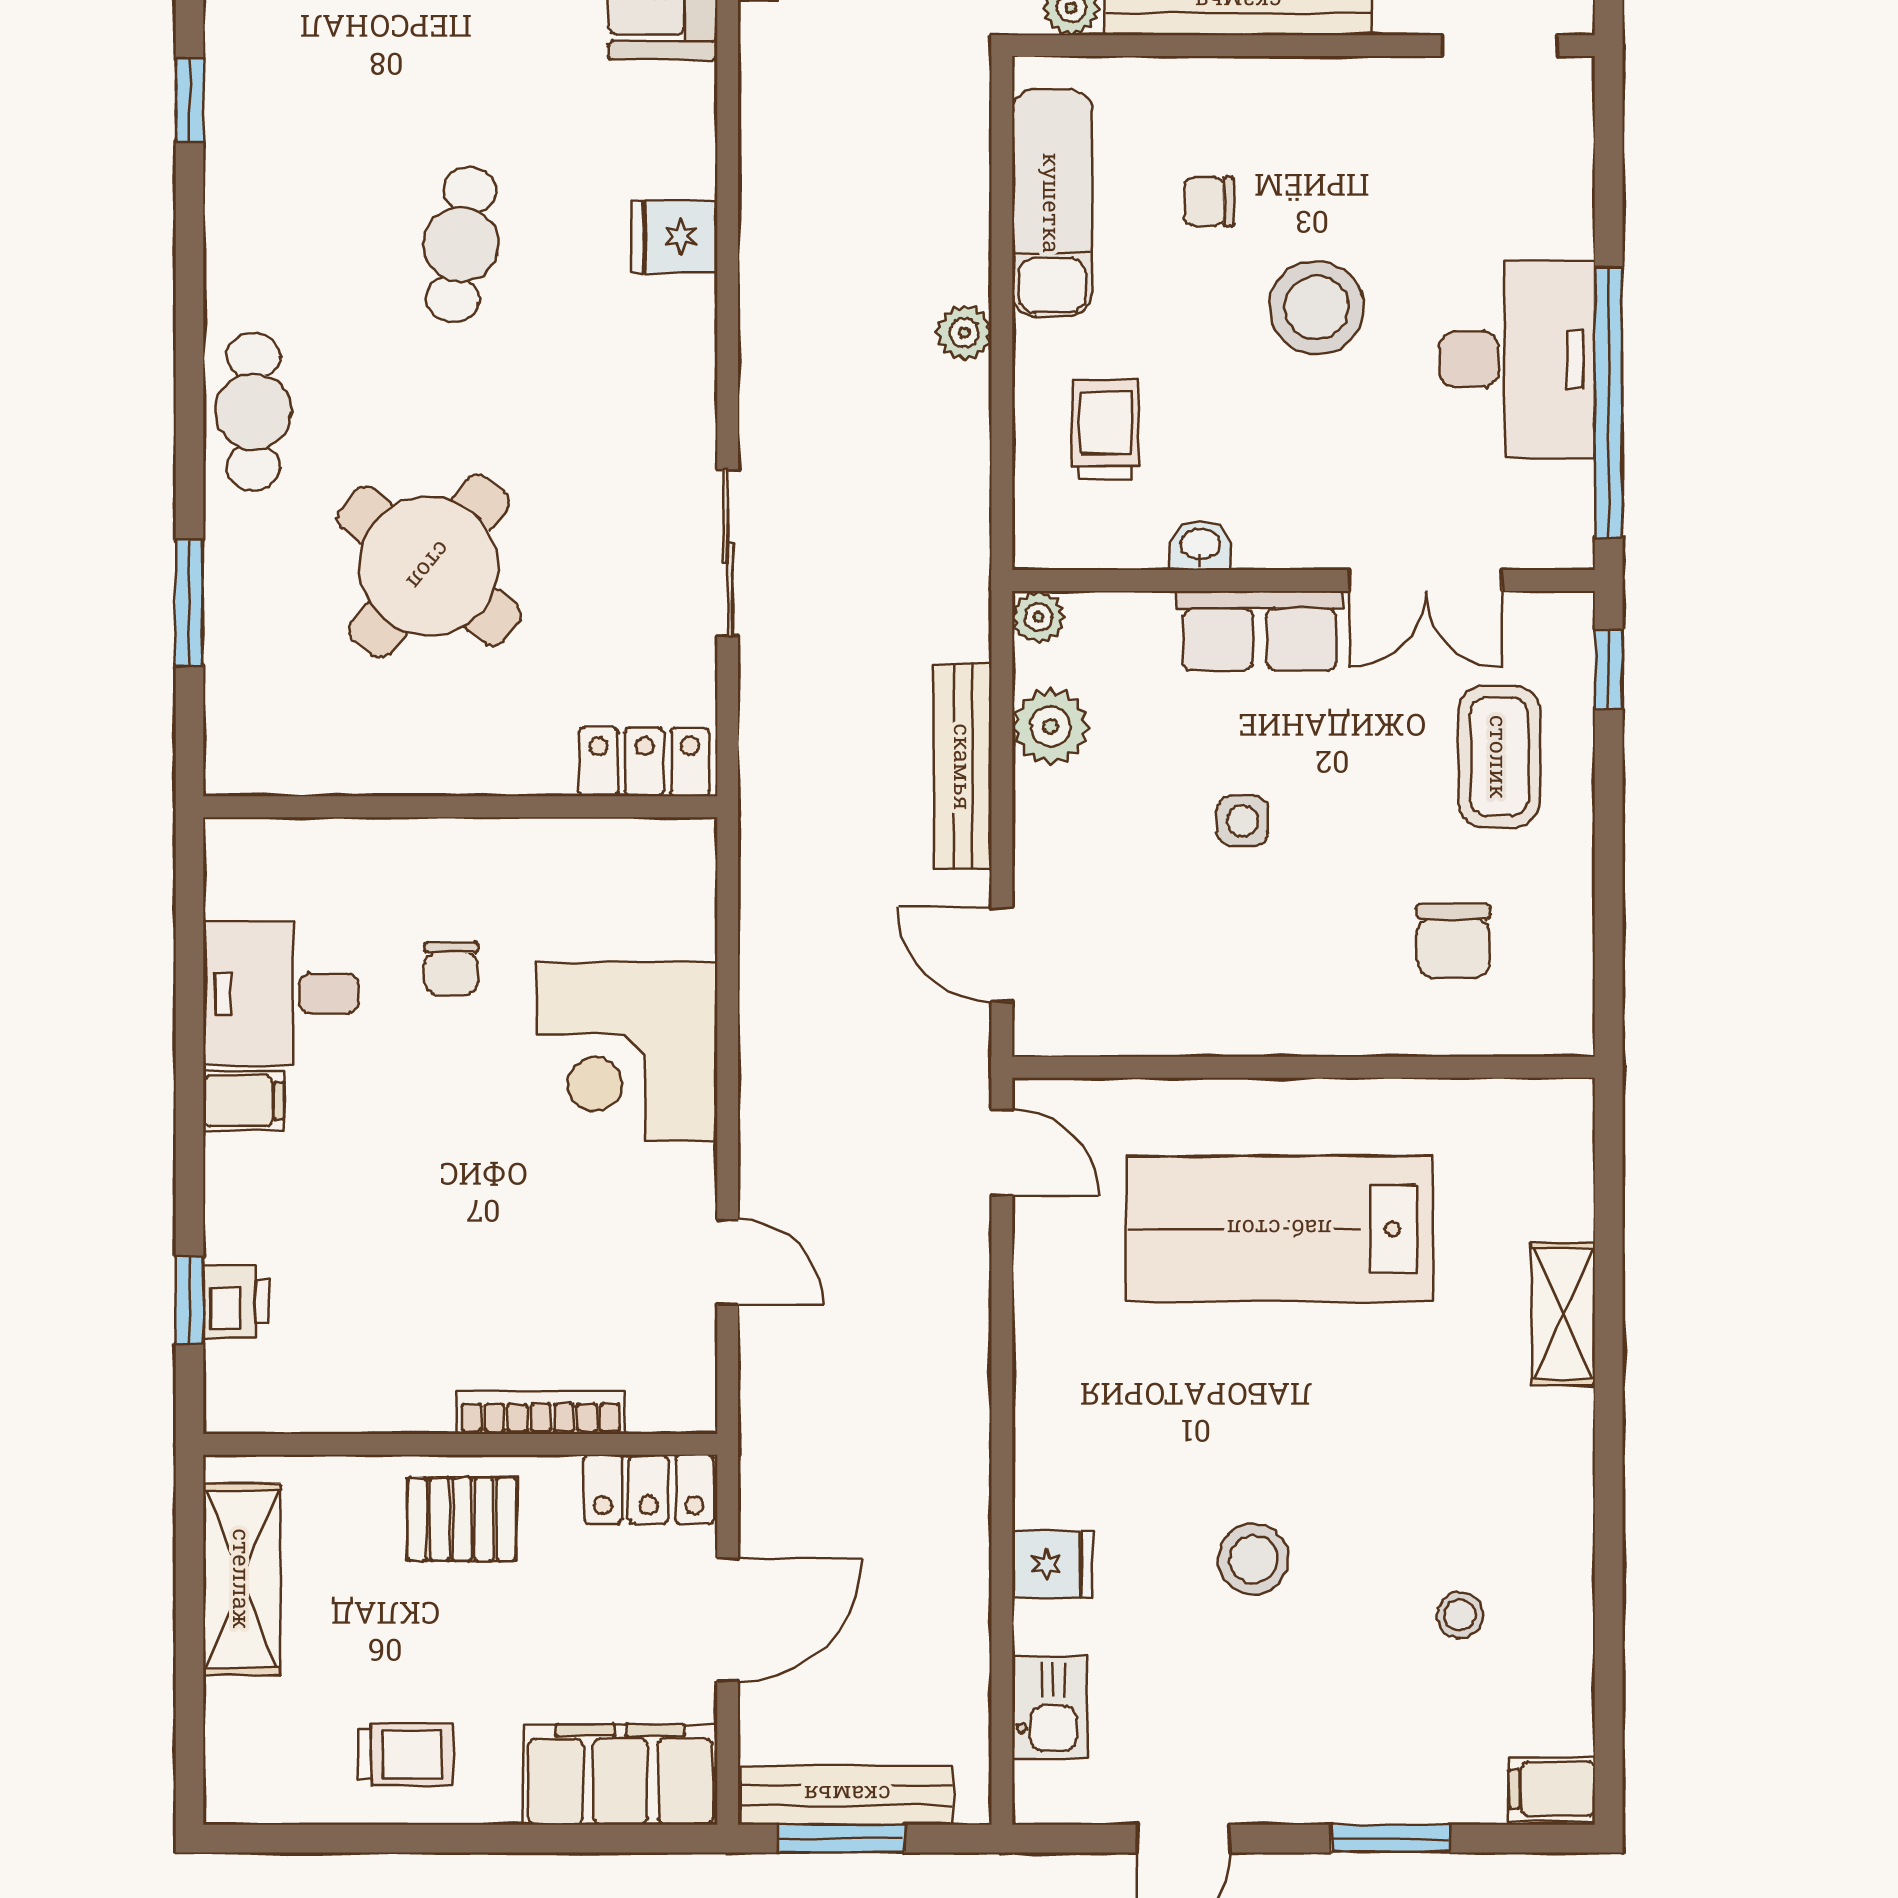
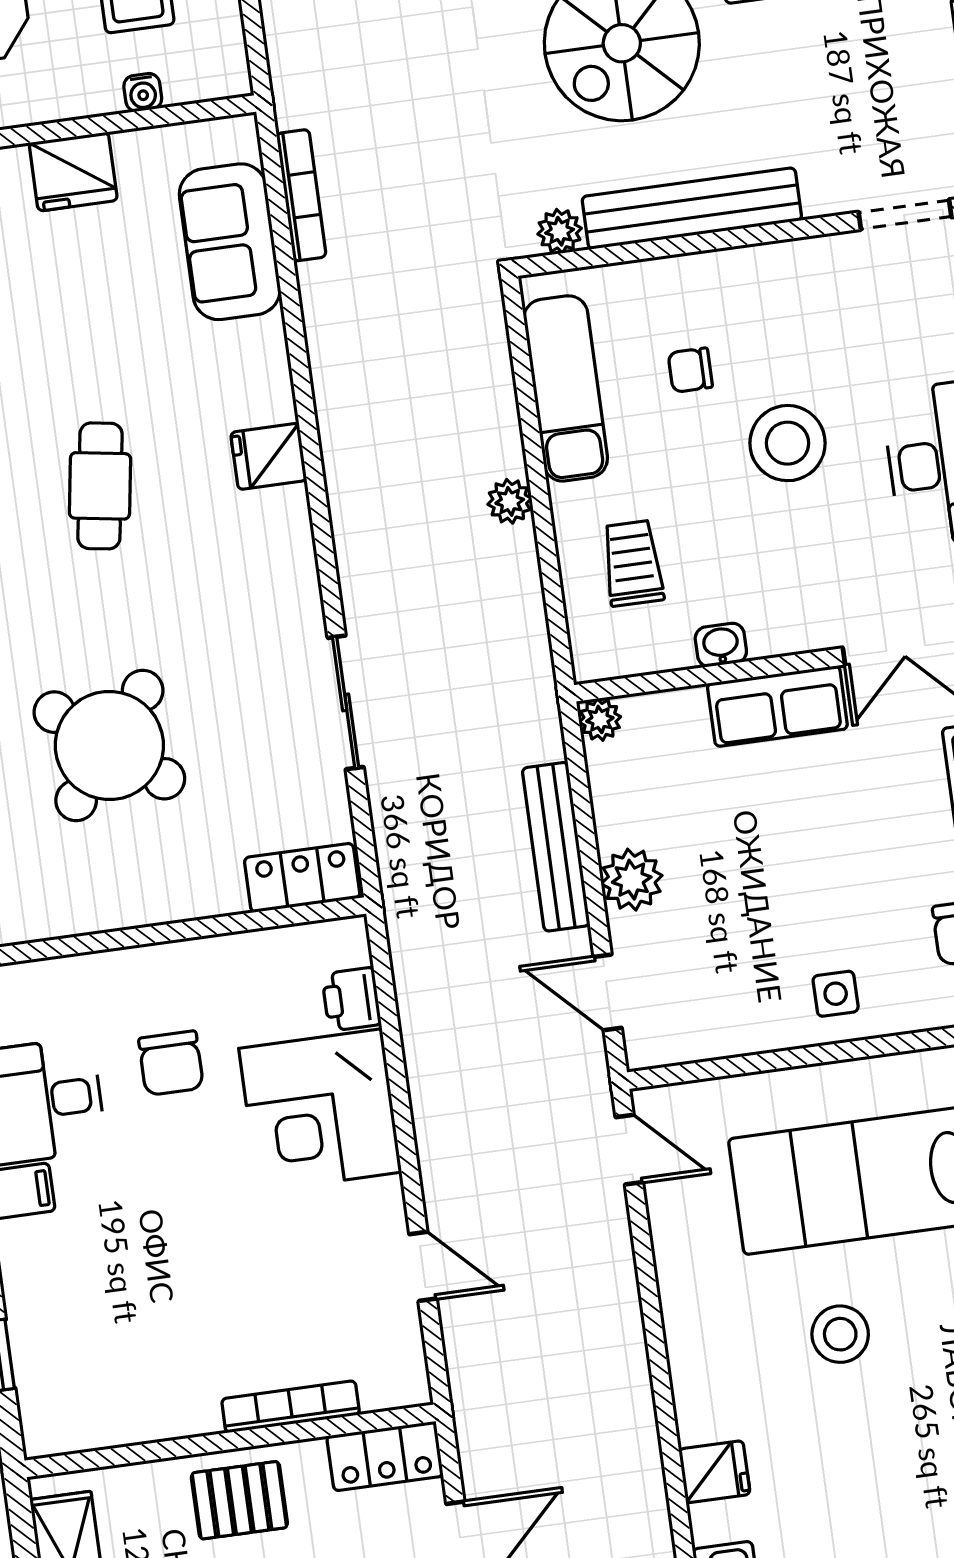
plant: (1051, 727) -> (632, 880), moved
side table: (1243, 821) -> (836, 994), moved
chair: (451, 968) -> (171, 1063), width x1.37, depth x1.37
printer: (236, 1302) -> (351, 999), moved, turned 180
stool: (1253, 1559) -> (840, 1334), moved

